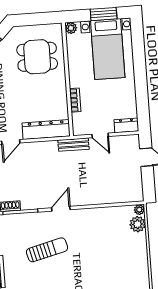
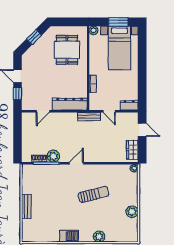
dining table: (37, 57) -> (67, 50), turned 90
wardrobe: (135, 185) -> (132, 150), added
plant: (29, 201) -> (53, 156), added
plant: (138, 224) -> (132, 212), moved
sun lounger: (47, 250) -> (93, 194), moved

